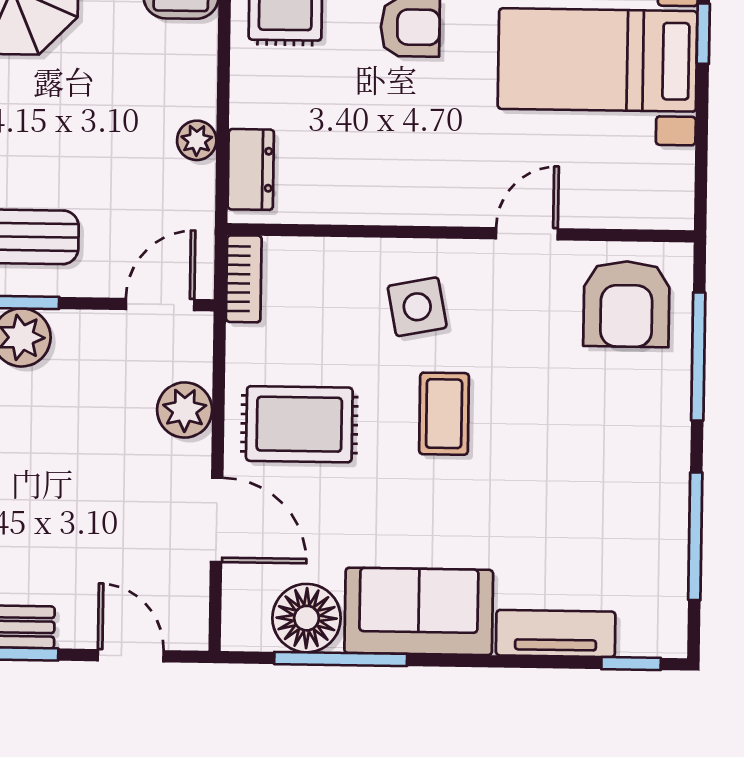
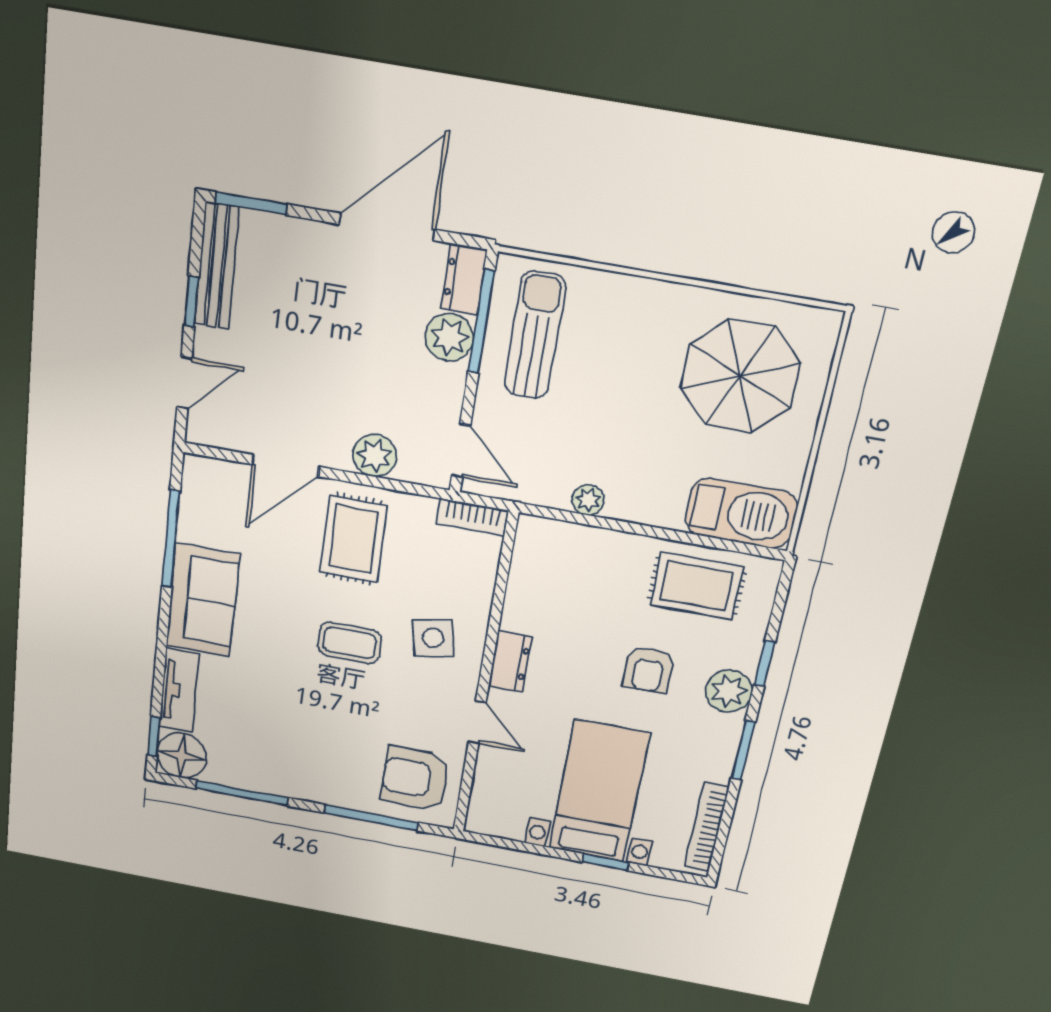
dresser: (251, 169) -> (510, 662), moved, turned -90
floor lamp: (307, 618) -> (181, 756), moved

